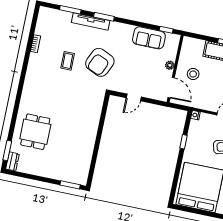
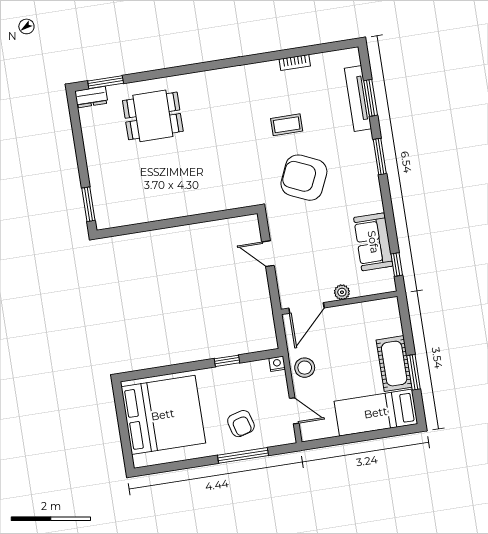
tv unit: (91, 22) -> (358, 99), moved
stool: (193, 74) -> (305, 368), moved

